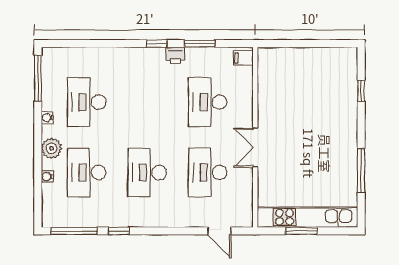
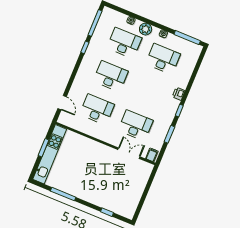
printer: (175, 55) -> (179, 94), moved
double door: (255, 148) -> (129, 153), moved
door: (219, 231) -> (62, 103), swing flipped

